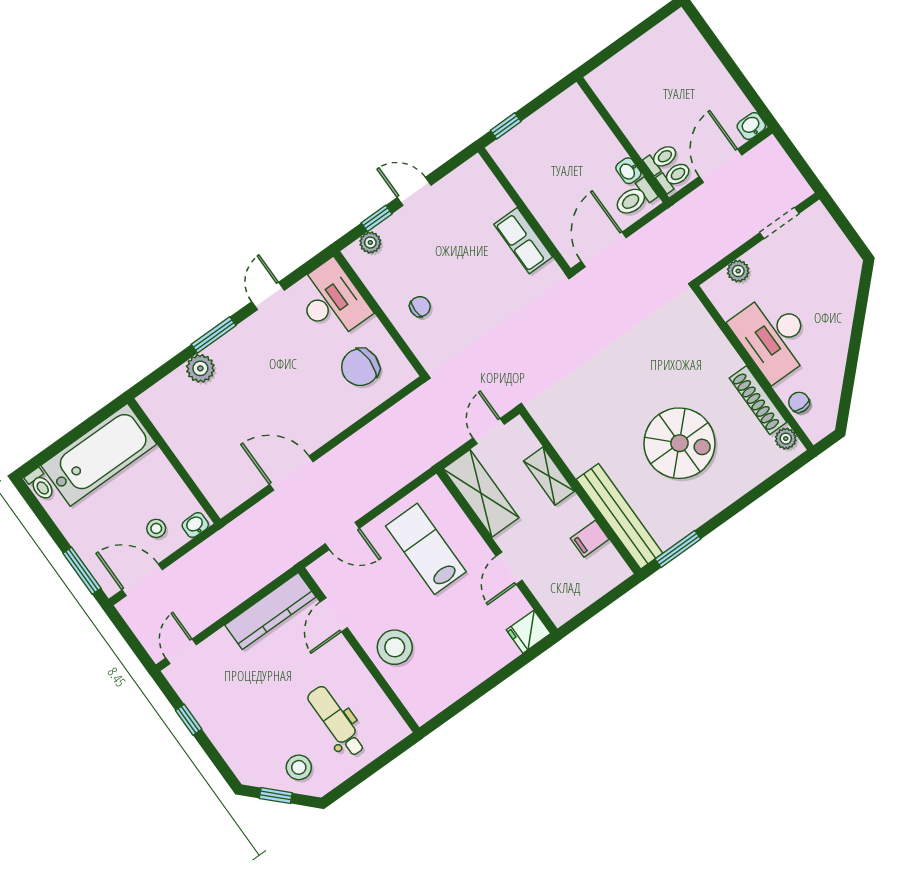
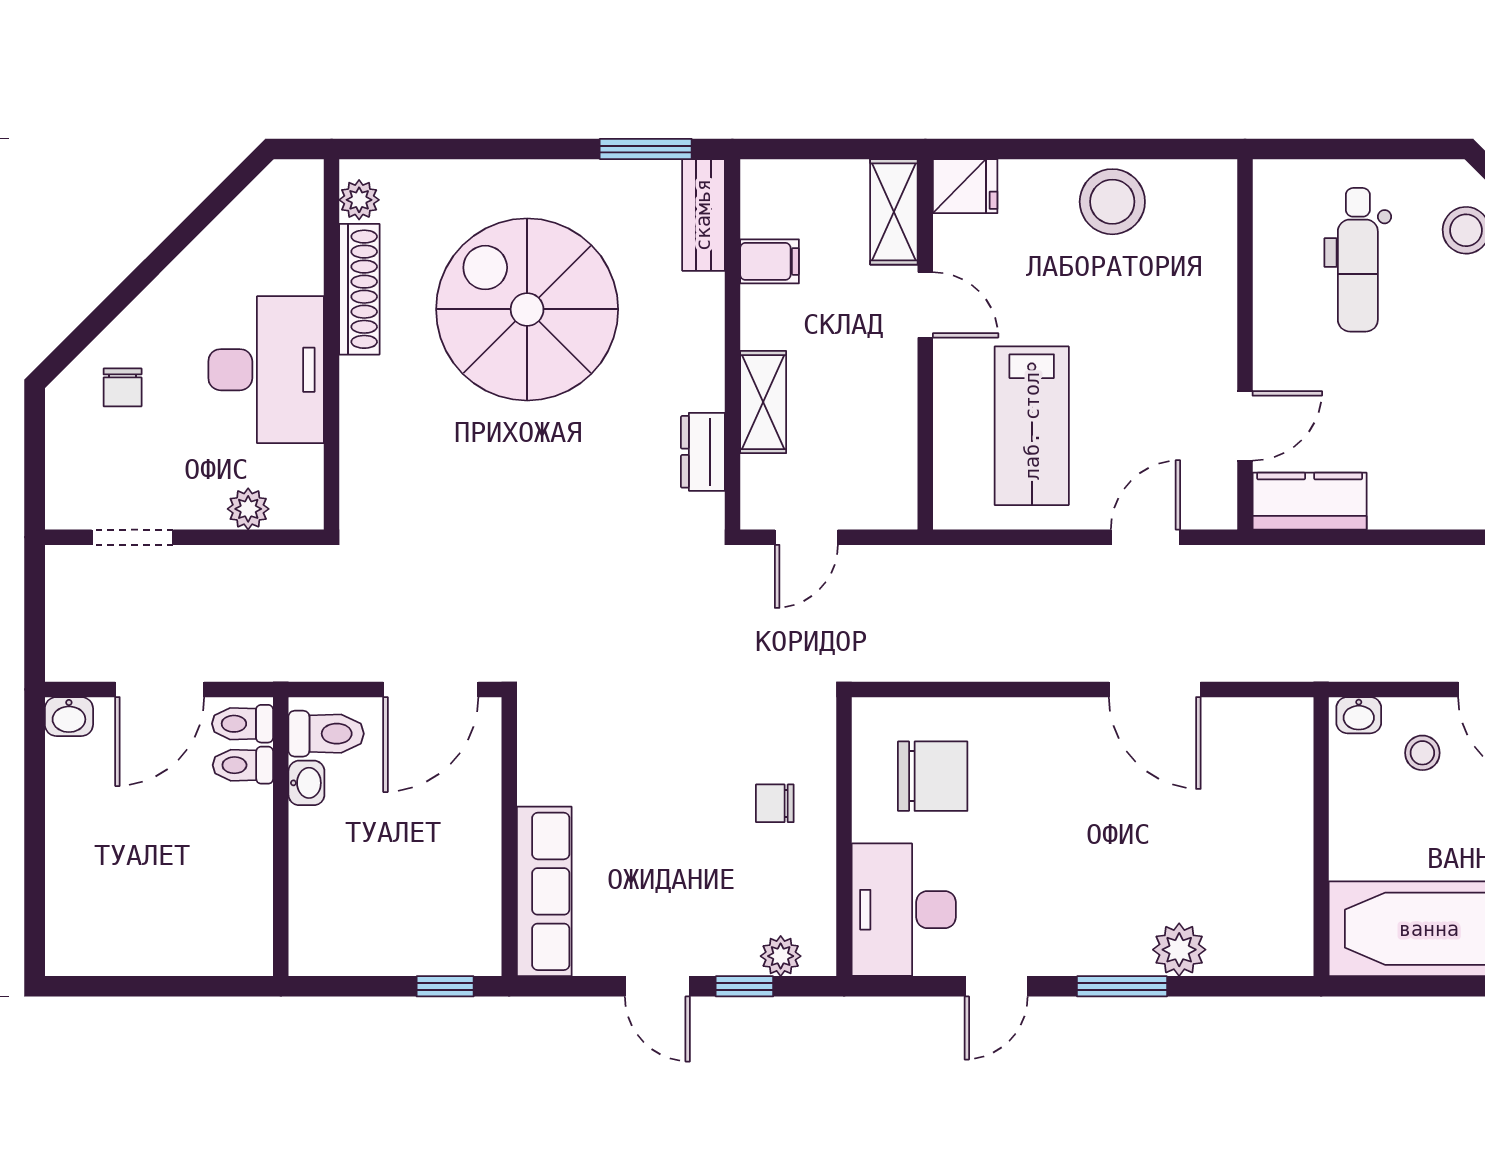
row of seats: (523, 241) -> (544, 891), moved, width x1.48
chair: (799, 402) -> (123, 387), moved
dresser: (560, 436) -> (703, 452), added
spiral stairs: (679, 443) -> (527, 309), width x1.37, depth x1.37
shelving: (481, 493) -> (894, 212), moved, width x0.67, depth x0.75
bench: (620, 516) -> (703, 215), width x0.54, depth x0.82
door: (342, 536) -> (1145, 537), hinge flipped
door: (509, 568) -> (925, 305), hinge flipped
kitchen counter: (270, 611) -> (1310, 501), width x0.67
stool: (395, 647) -> (1112, 202), moved

